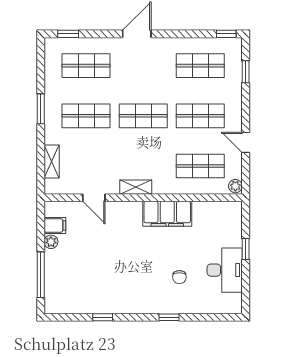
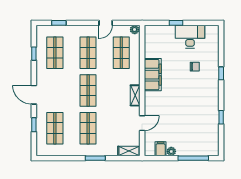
window: (68, 34) -> (34, 125), moved
window: (226, 34) -> (34, 54), moved
window: (41, 109) -> (95, 158), moved
shelving: (52, 161) -> (129, 151), moved

